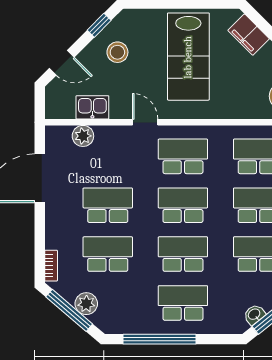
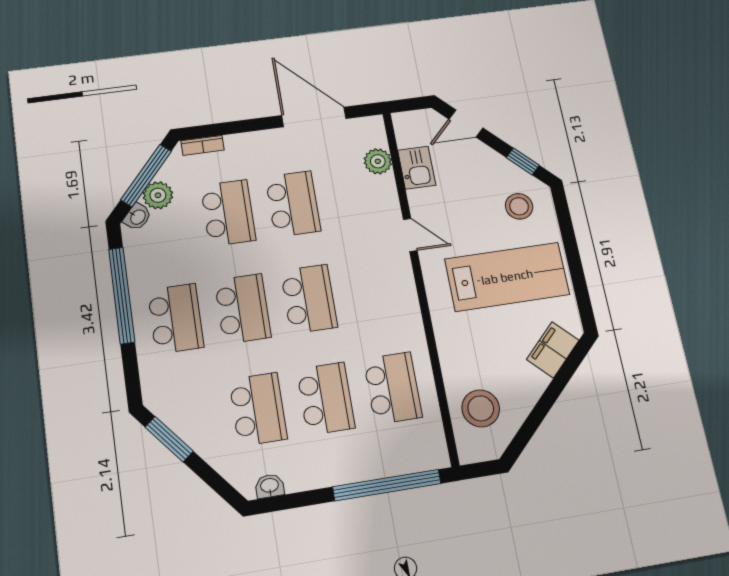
stool: (117, 52) -> (519, 206), moved
lab bench: (188, 57) -> (507, 277), turned 180
door: (62, 63) -> (466, 124), hinge flipped
door: (145, 122) -> (410, 235), hinge flipped
school desk: (183, 156) -> (374, 289), removed
washbasin: (254, 314) -> (137, 217), moved, turned 79

